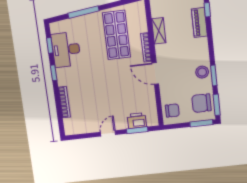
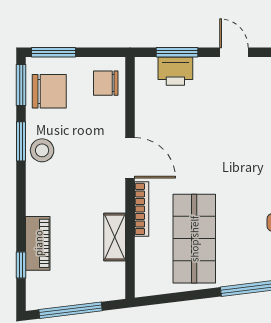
door: (108, 133) -> (234, 52), swing flipped

